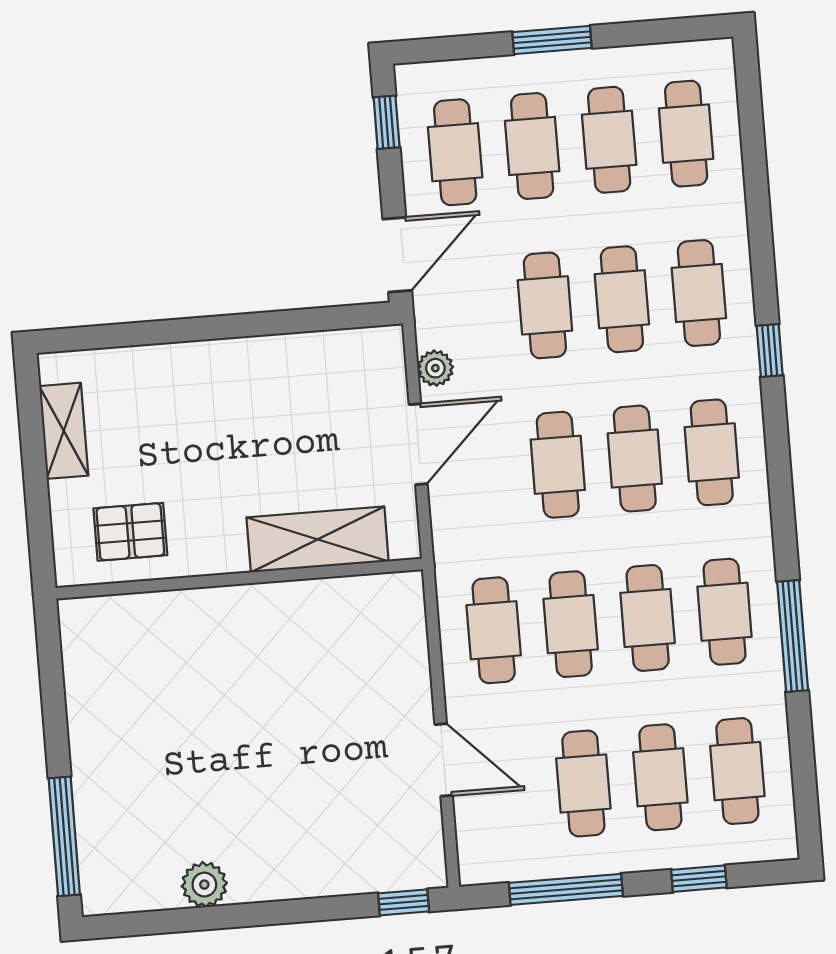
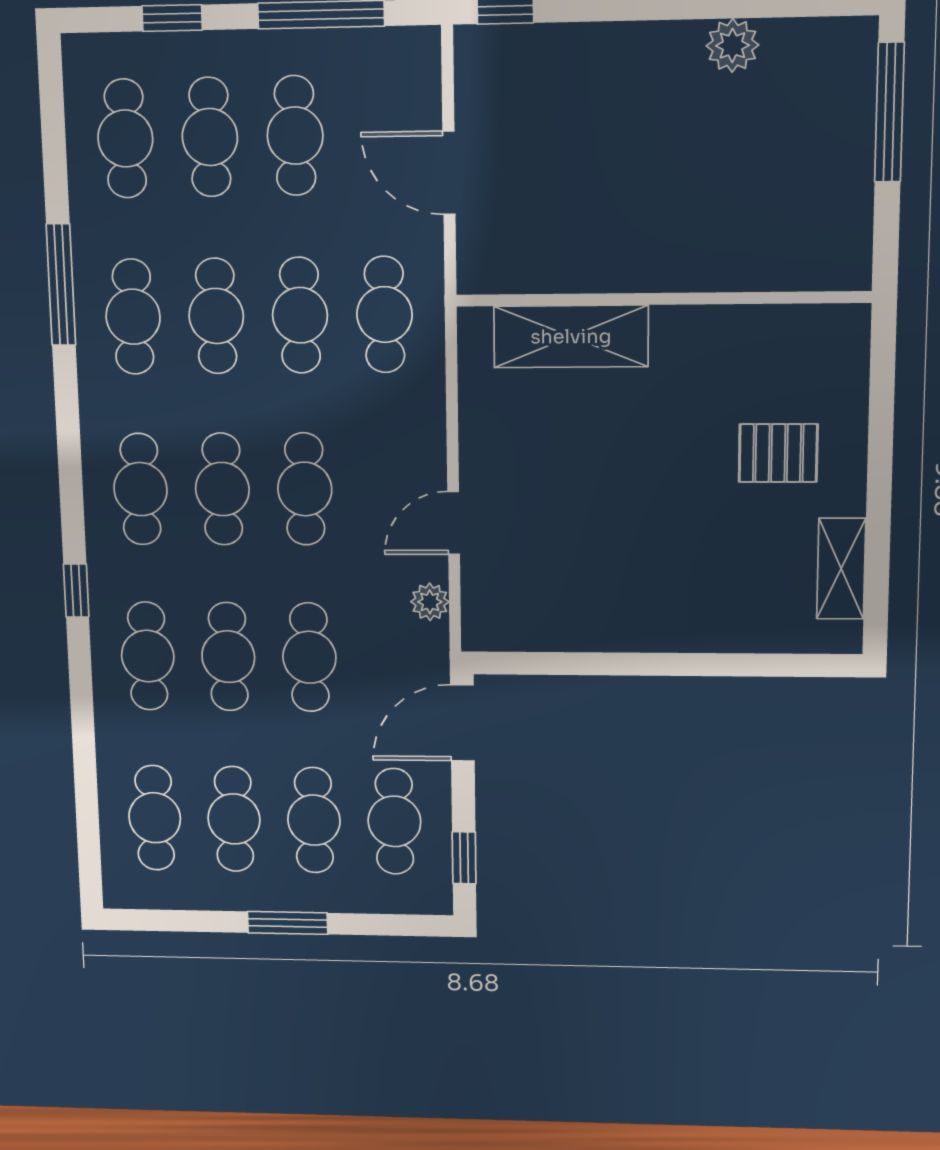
door: (418, 444) -> (454, 523), width x0.73
shelving: (318, 539) -> (571, 337), moved
wall: (239, 579) -> (662, 299), moved

